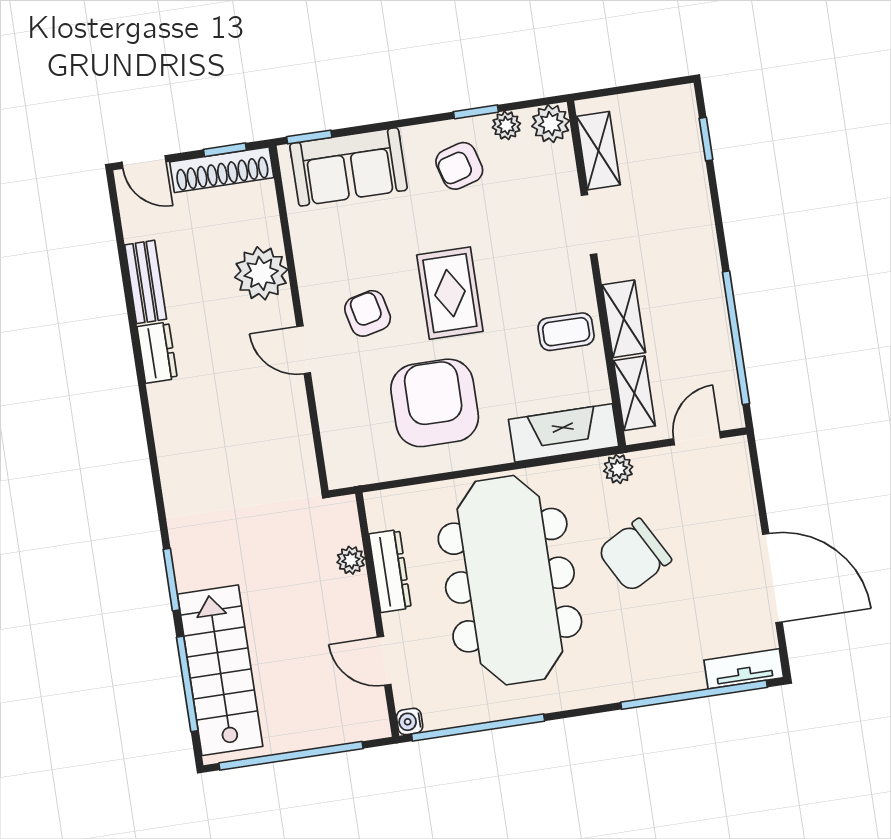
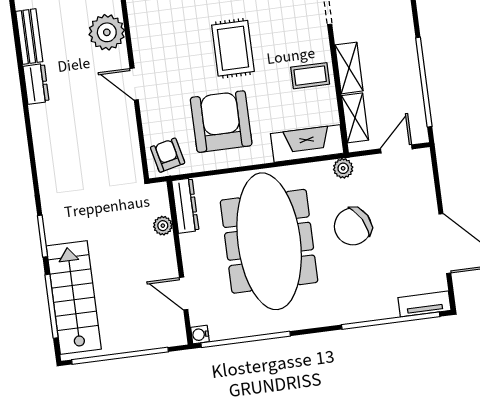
armchair: (368, 313) -> (168, 155), moved
dresser: (390, 571) -> (185, 206), moved

